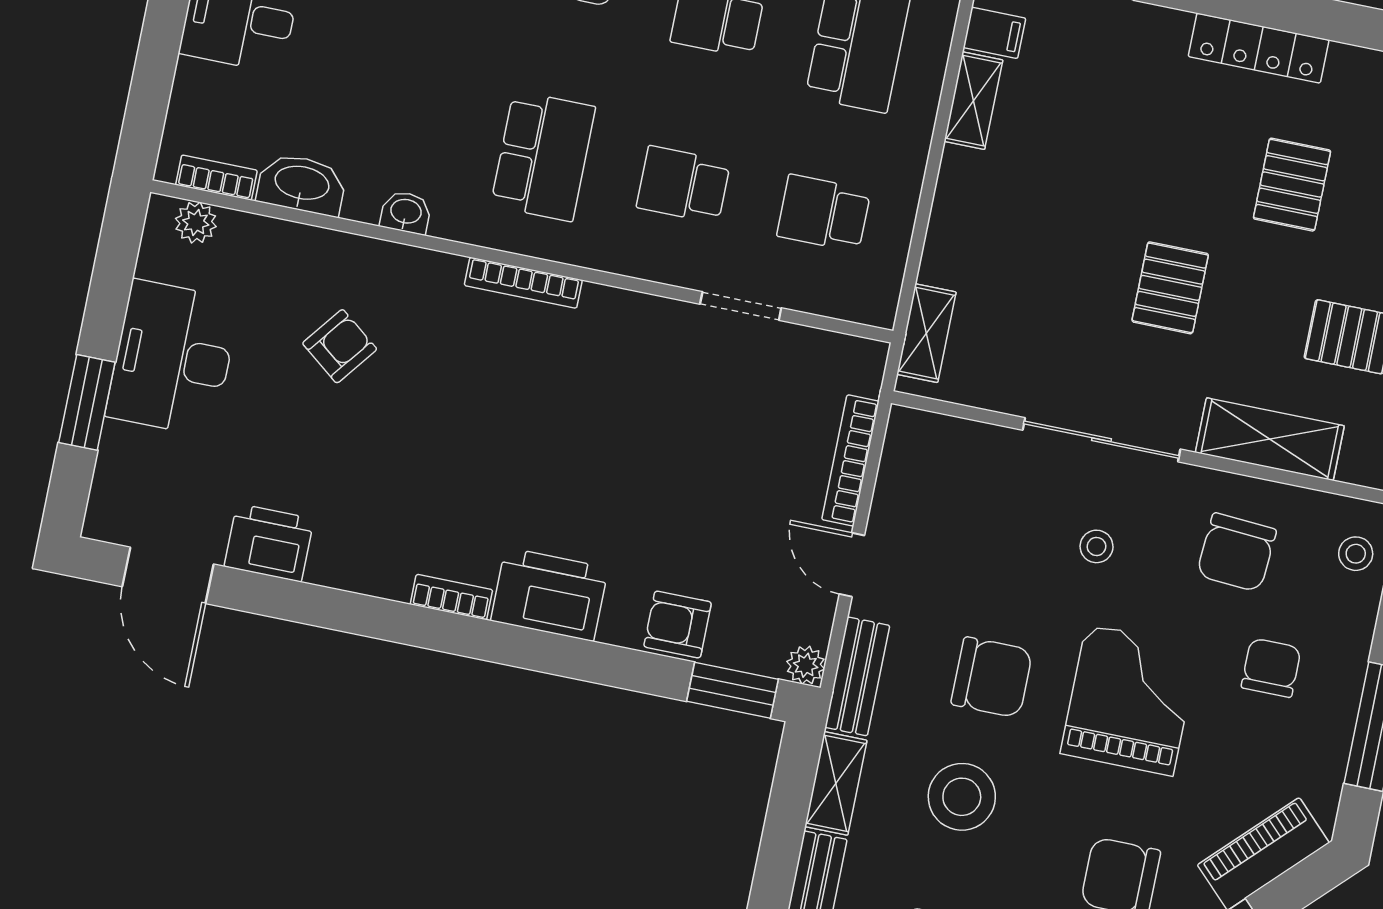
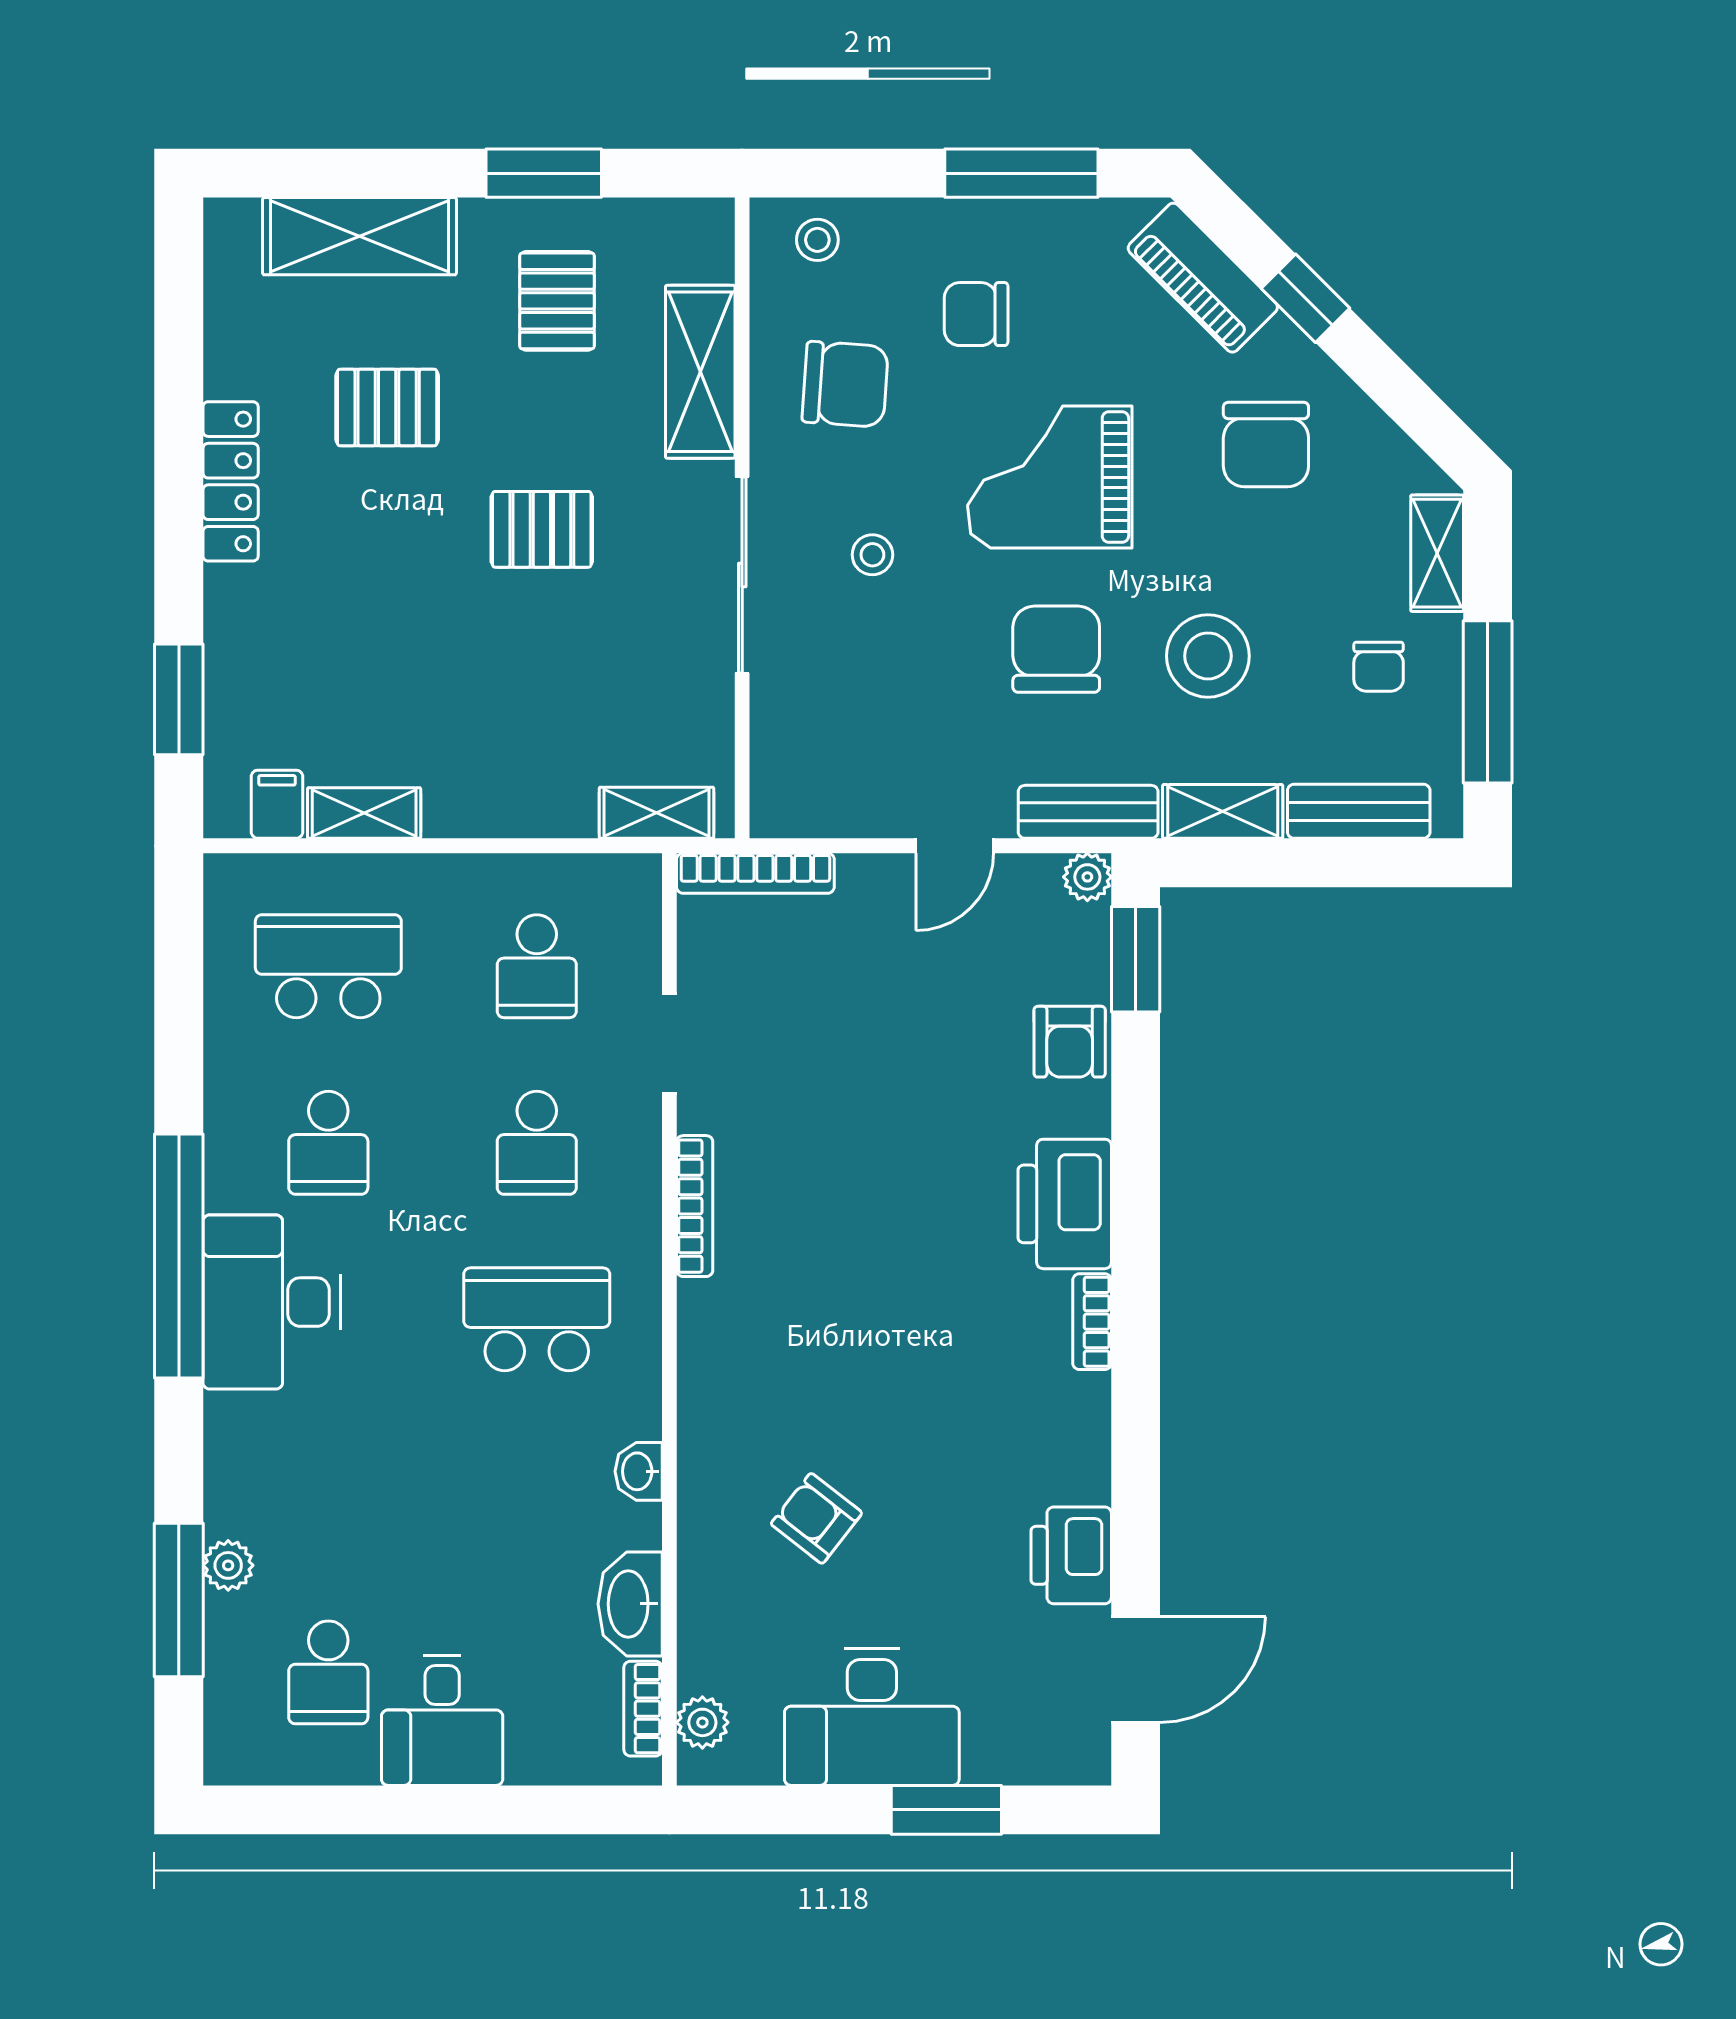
bookcase: (523, 283) -> (695, 1206), moved
bookcase: (850, 460) -> (755, 873), moved

